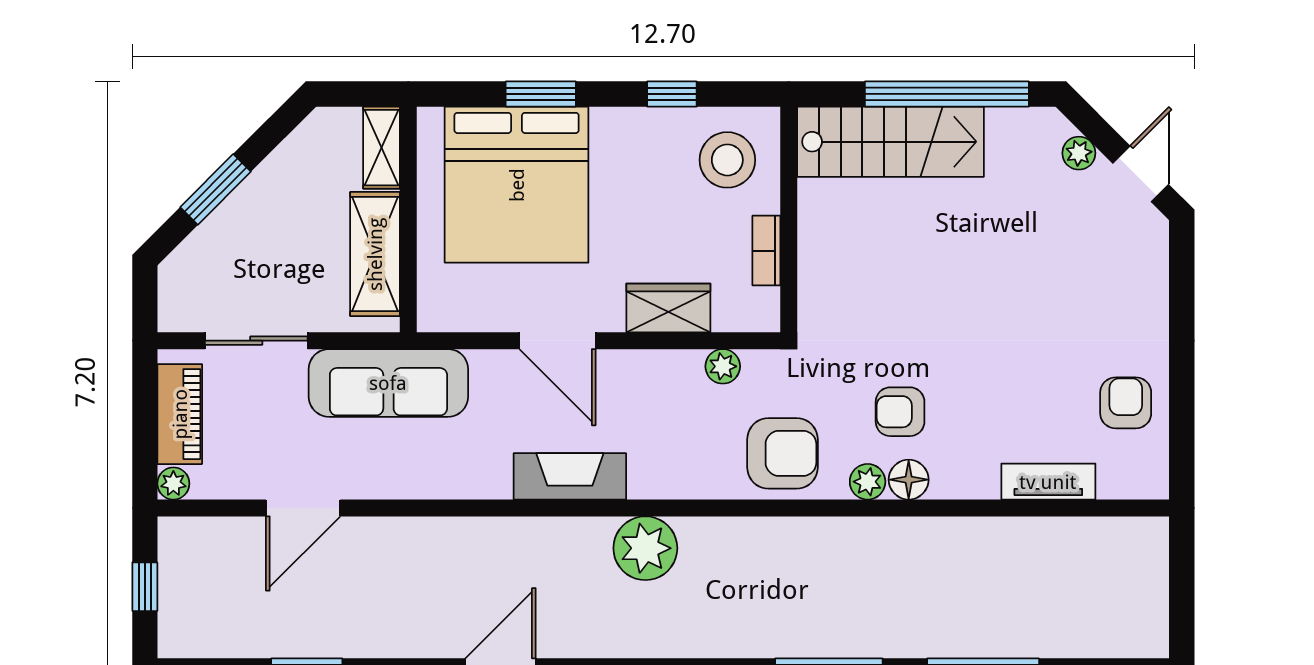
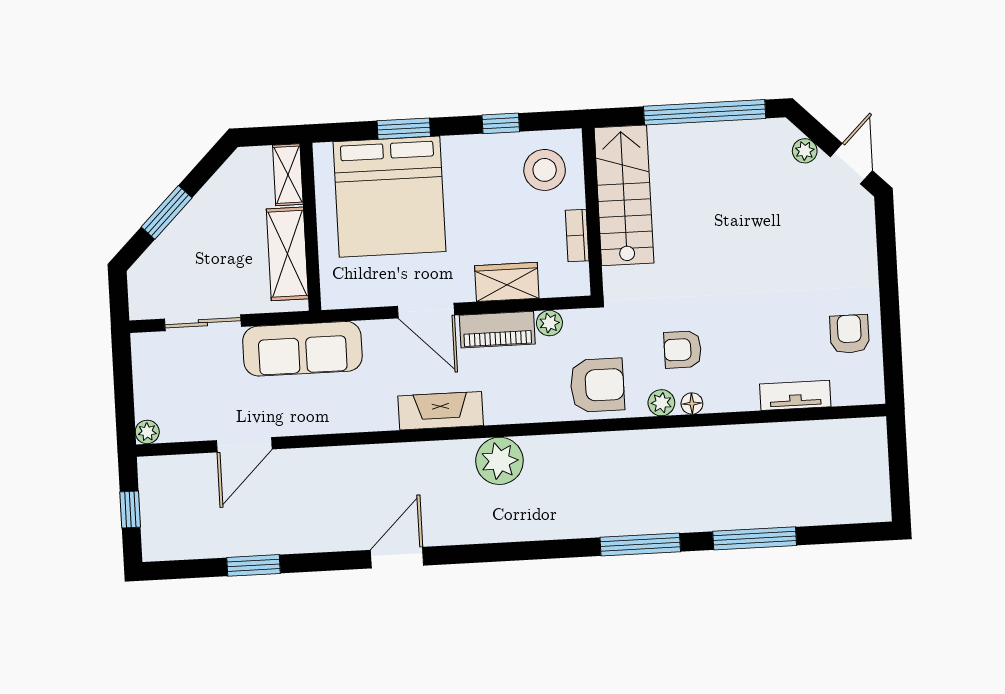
stairs: (890, 142) -> (624, 195), moved, turned -90
piano: (180, 414) -> (497, 330), moved, turned 90
floor lamp: (909, 480) -> (692, 404), width x0.73, depth x0.73

